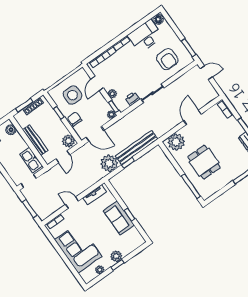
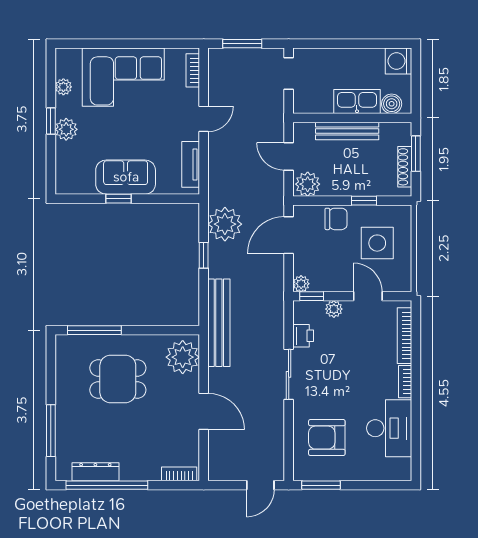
floor lamp: (158, 19) -> (402, 469), removed
bench: (137, 148) -> (219, 323), moved
kitchen sink: (31, 160) -> (357, 102), moved

